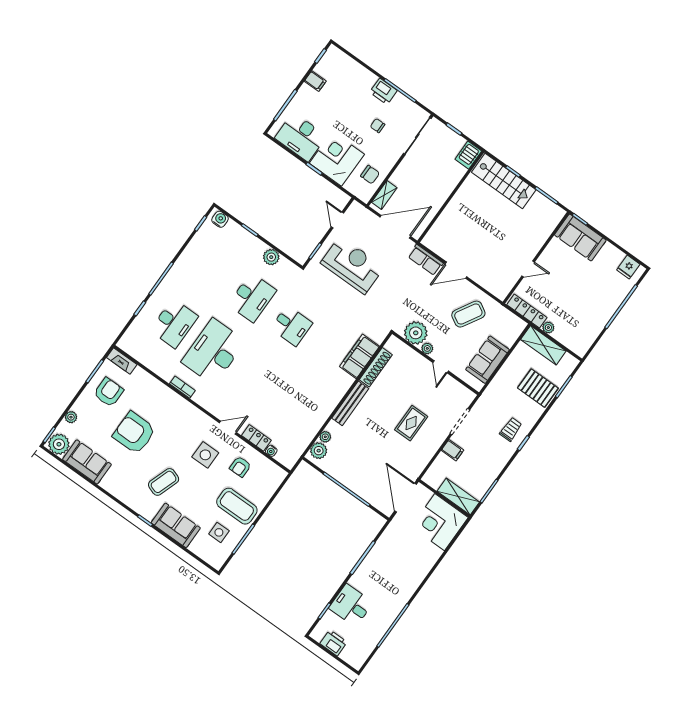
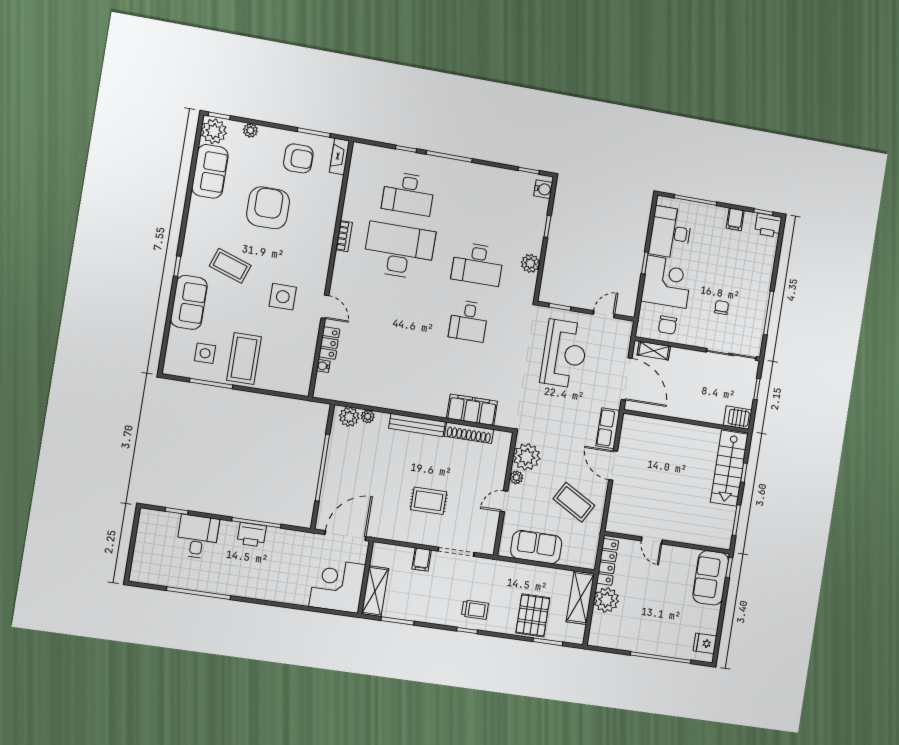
printer: (383, 91) -> (768, 225), moved, turned -90
plant: (548, 328) -> (606, 600), width x1.87, depth x1.87
armchair: (240, 467) -> (289, 341), removed
printer: (334, 643) -> (252, 535), moved, turned 90

